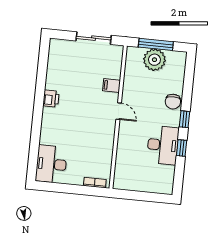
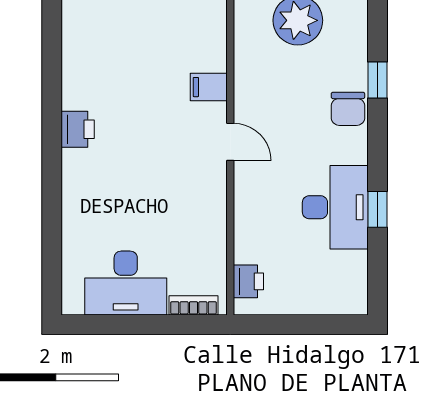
window: (185, 119) -> (378, 80), moved
desk: (51, 164) -> (126, 283), moved, turned -90
printer: (121, 174) -> (248, 281), added

